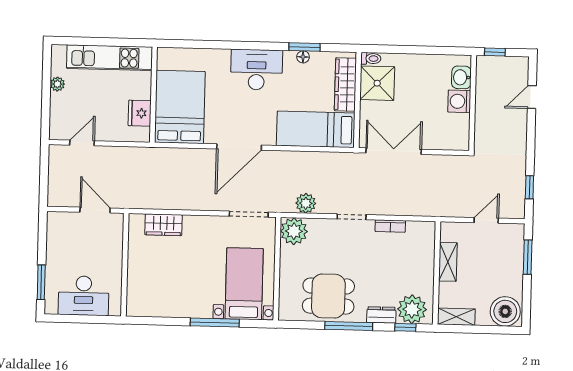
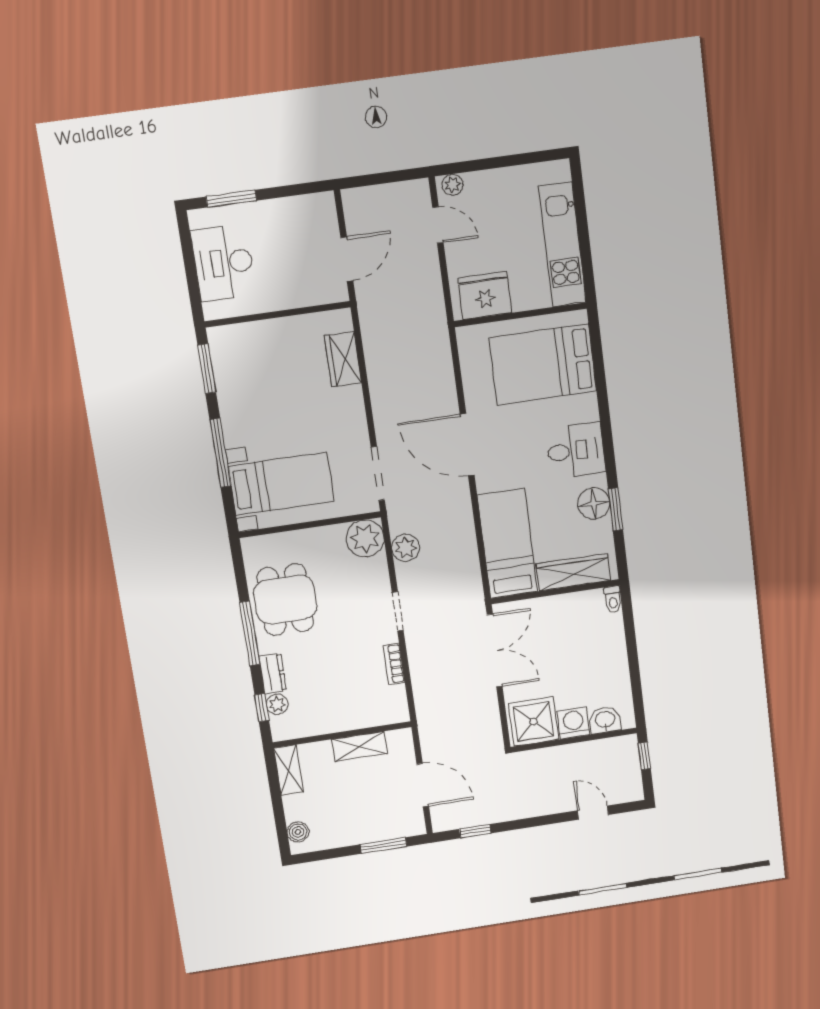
floor lamp: (303, 57) -> (594, 504), width x1.89, depth x1.89
desk: (256, 70) -> (576, 450), width x0.73
shower: (377, 83) -> (534, 721), moved
plant: (57, 84) -> (452, 185), moved
bed: (180, 107) -> (543, 364), moved, turned 180
fridge: (140, 113) -> (485, 295), width x1.36, depth x1.34
door: (486, 220) -> (423, 785), width x1.38
plant: (412, 309) -> (277, 704), width x0.53, depth x0.53
boiler: (505, 311) -> (298, 832), width x0.54, depth x0.54
window: (154, 321) -> (207, 369), added

